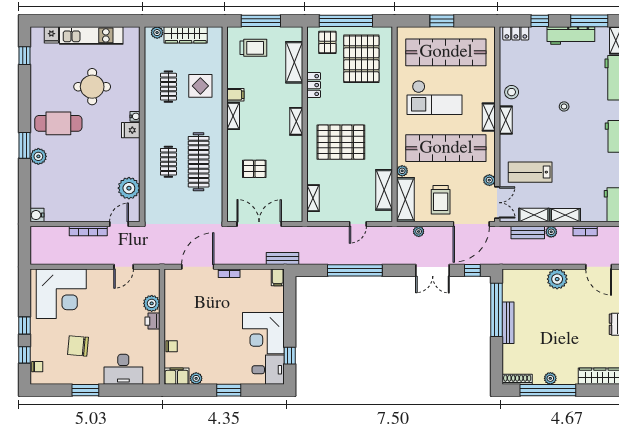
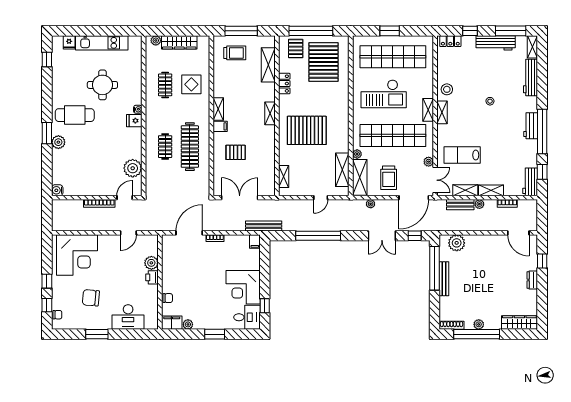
filing cabinet: (235, 95) -> (220, 126), moved
bench: (283, 259) -> (264, 226), width x1.36
plant: (557, 279) -> (457, 243), moved

